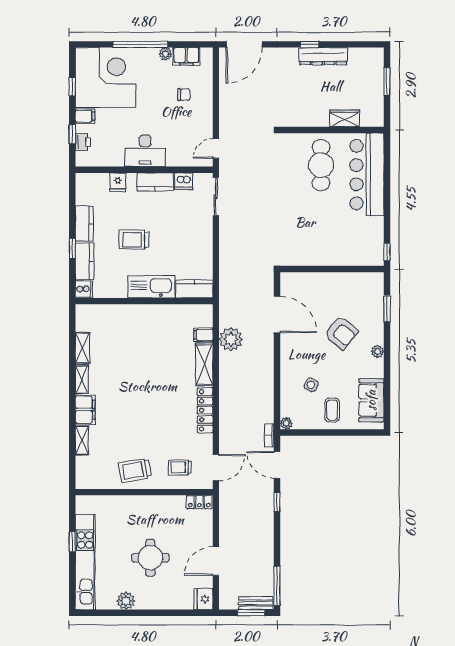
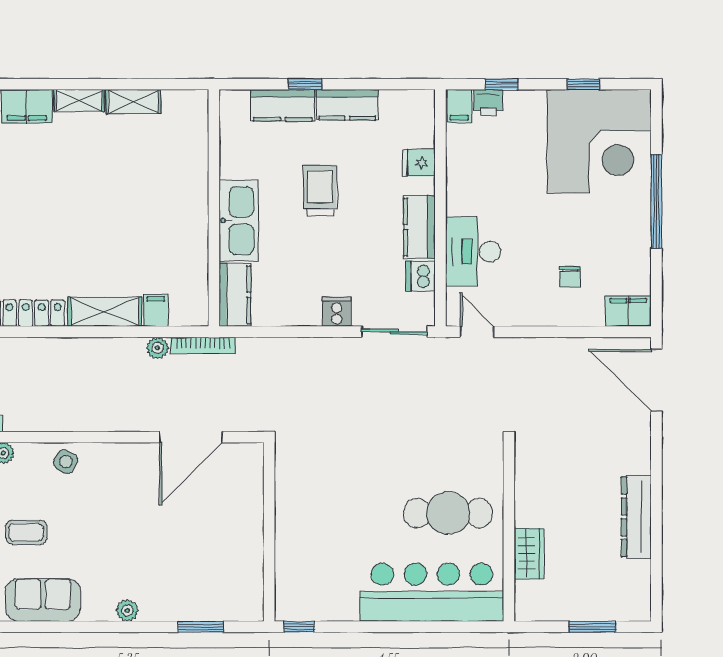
window: (310, 44) -> (656, 493), removed
plant: (165, 54) -> (640, 245), removed
filing cabinet: (186, 56) -> (628, 311), moved, turned 90
filing cabinet: (85, 116) -> (459, 106), moved
desk: (145, 151) -> (473, 252), moved
cooker: (84, 289) -> (337, 312), moved, turned 180
bookcase: (224, 307) -> (203, 345), added
armchair: (341, 333) -> (159, 548), removed
plant: (231, 339) -> (157, 348), width x0.53, depth x0.53
side table: (311, 385) -> (66, 462), moved

